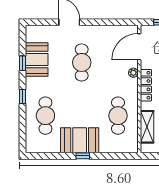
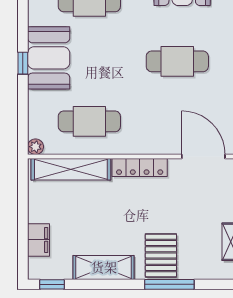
plant: (133, 73) -> (35, 147), moved
shelving: (147, 127) -> (71, 169), width x1.47

